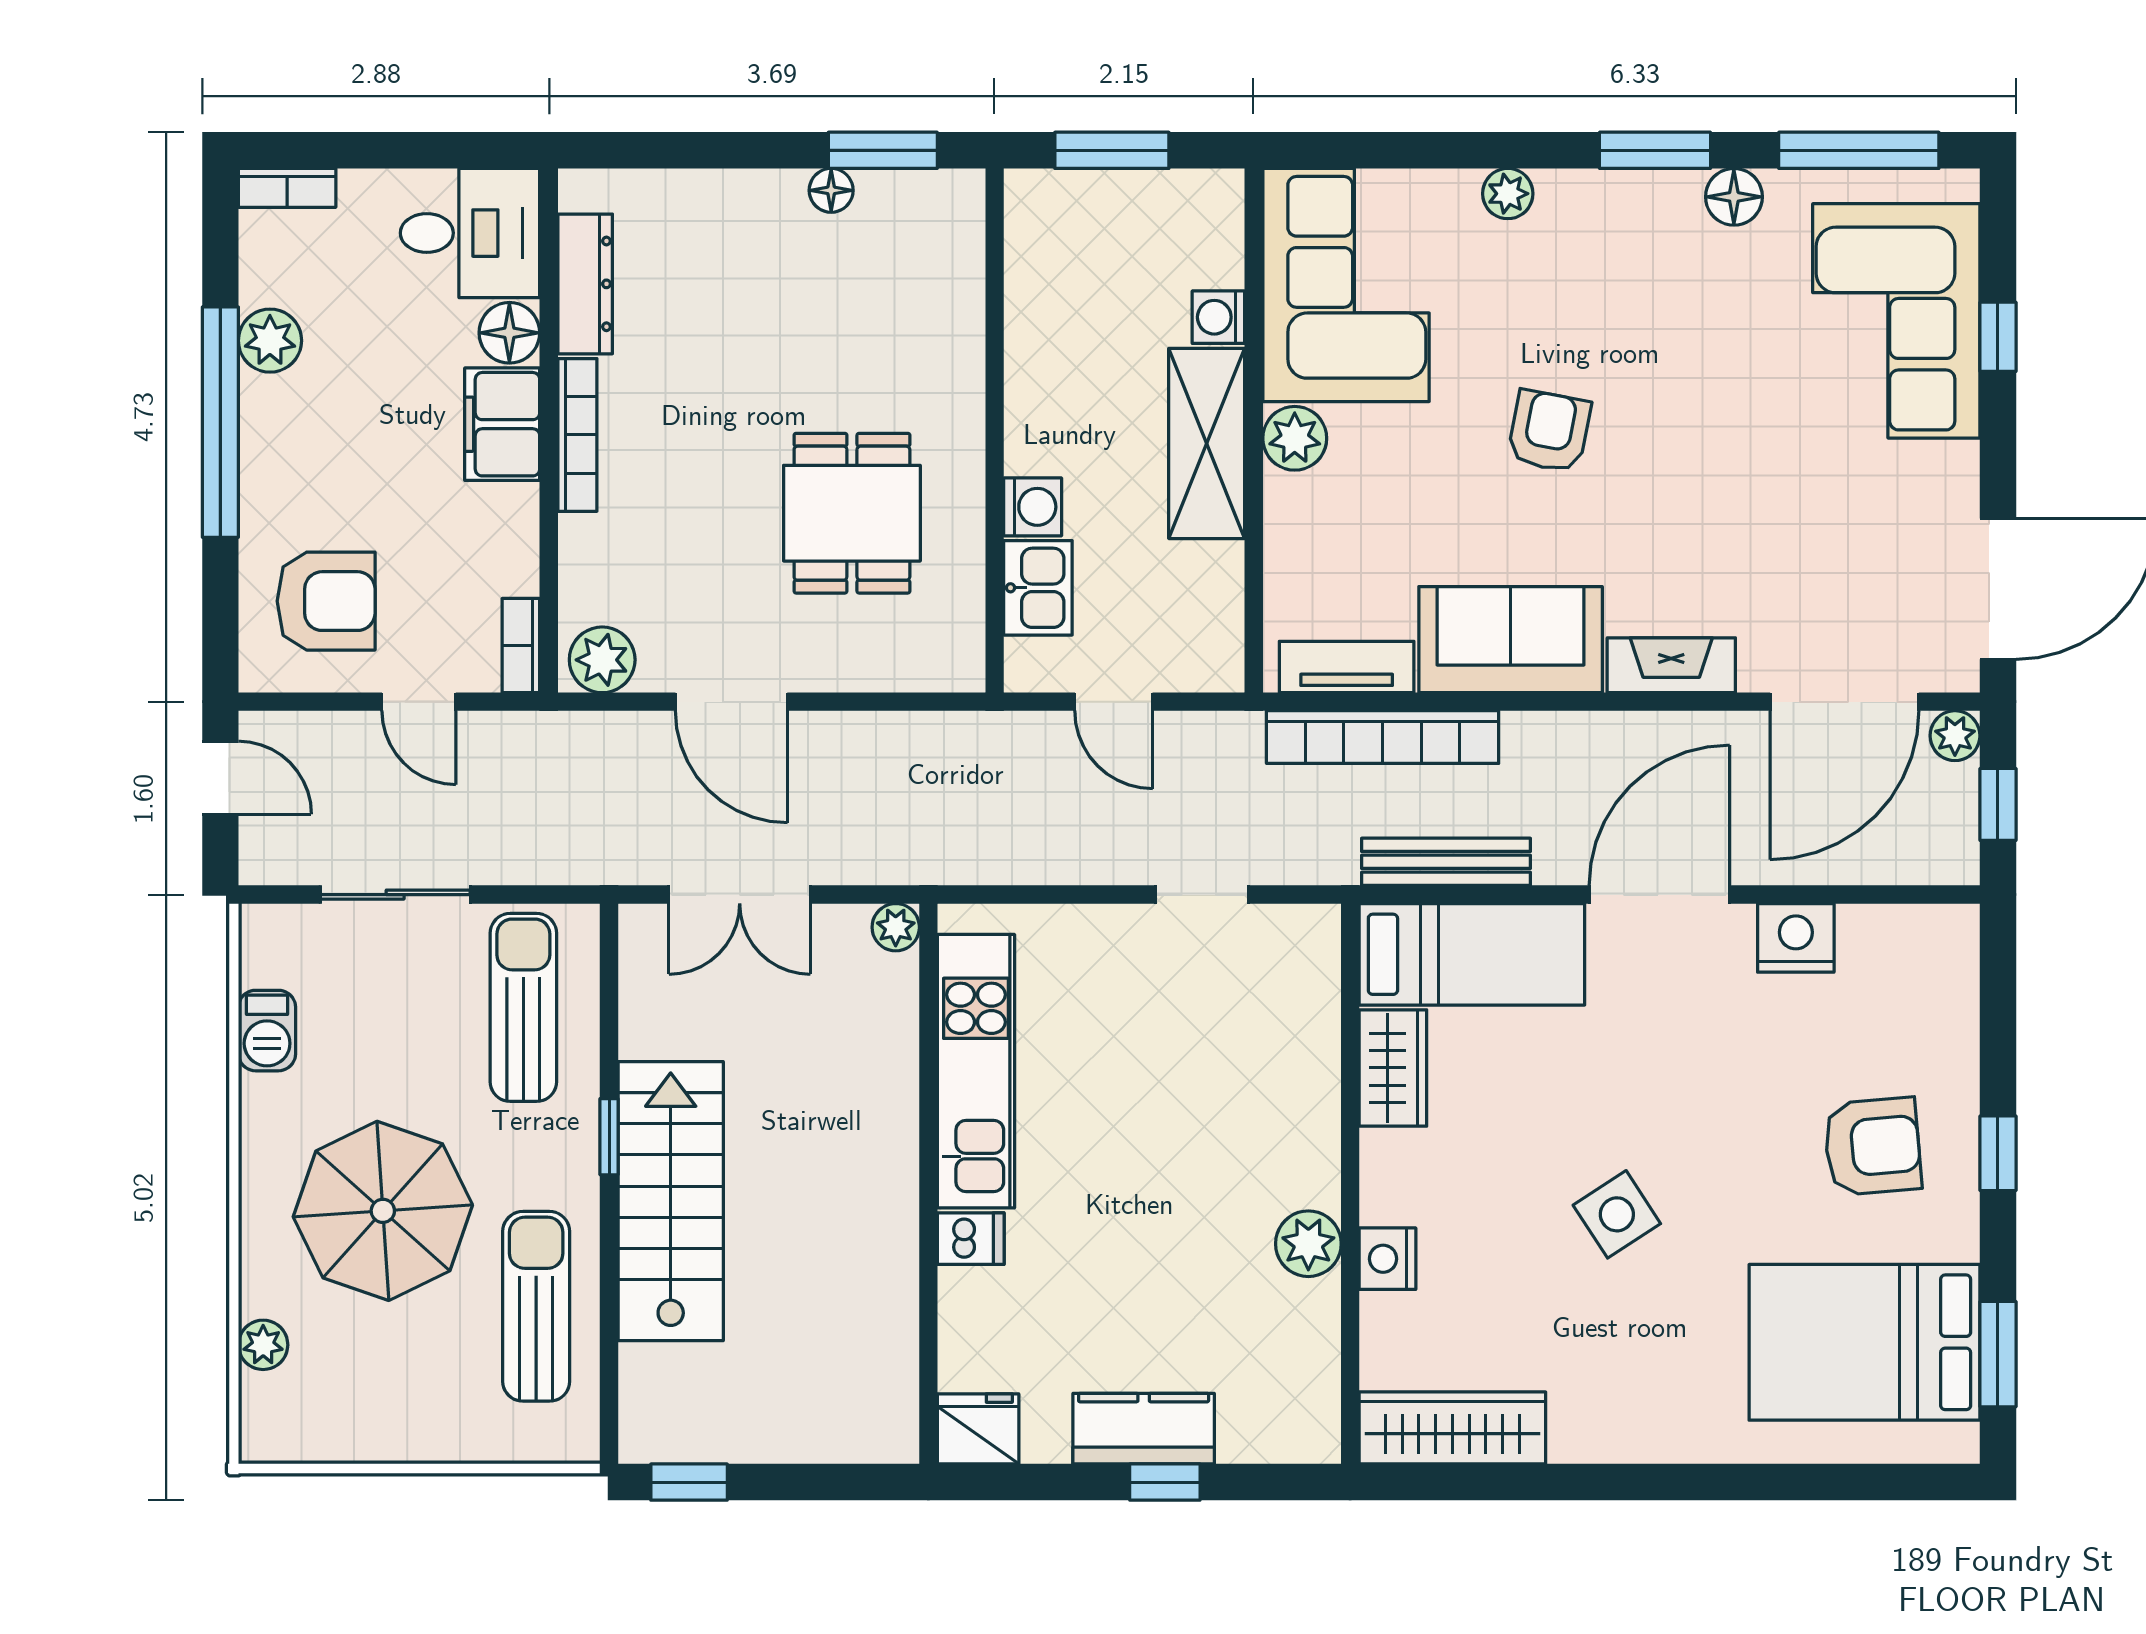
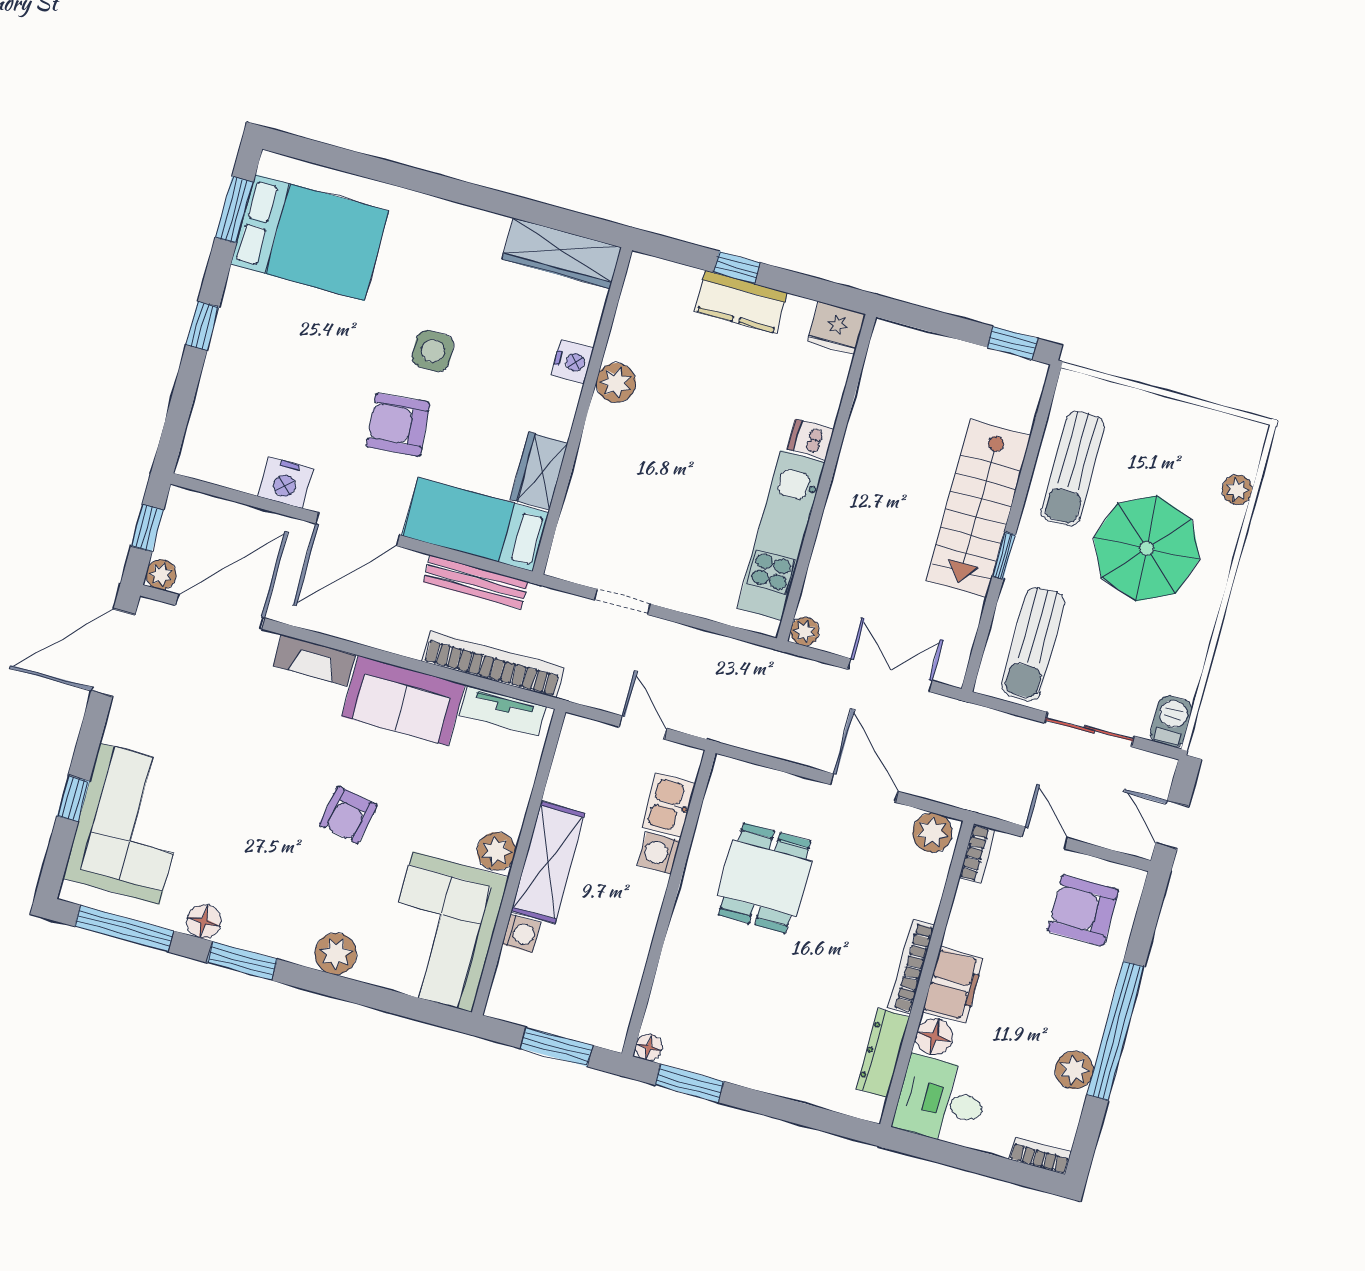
floor lamp: (831, 190) -> (649, 1047), moved
plant: (1508, 194) -> (336, 954), width x1.38, depth x1.38
barbecue: (267, 1031) -> (1171, 721), moved
armchair: (1873, 1146) -> (398, 425), moved
side table: (1617, 1214) -> (433, 351), turned 33

